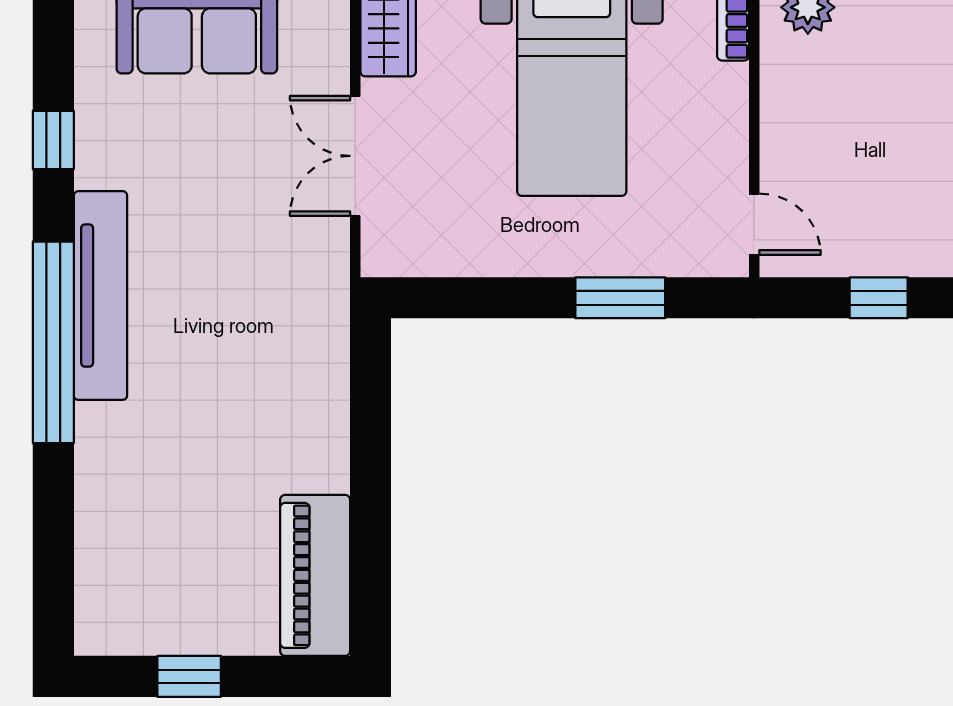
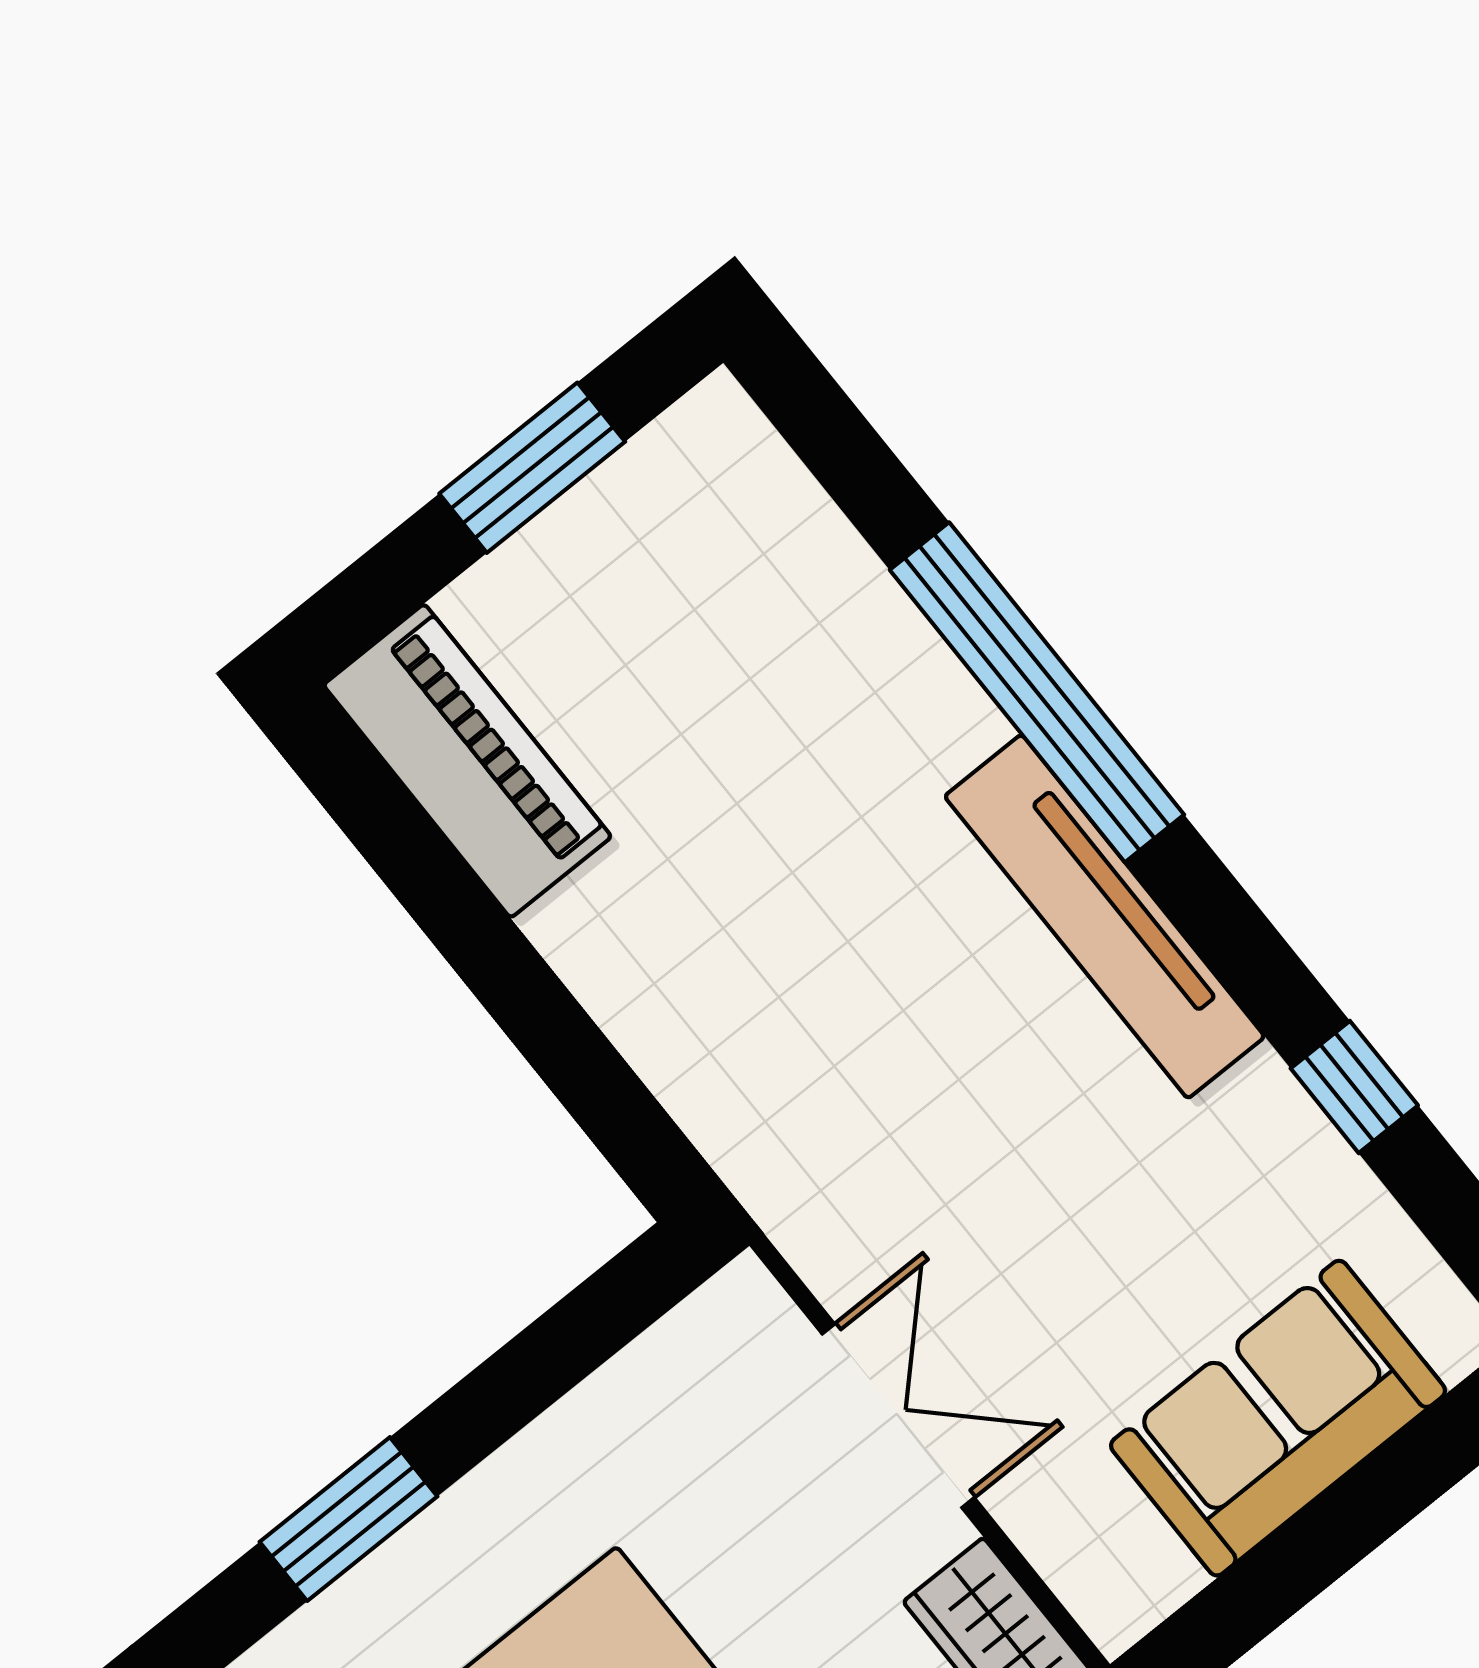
window: (53, 342) -> (1037, 692), moved
window: (189, 676) -> (532, 468), width x1.50

